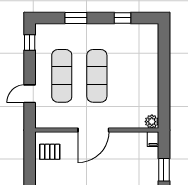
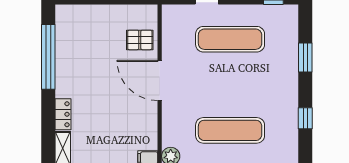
exercise mat: (97, 76) -> (230, 130), moved
pallet: (50, 152) -> (140, 40), moved, turned 90

